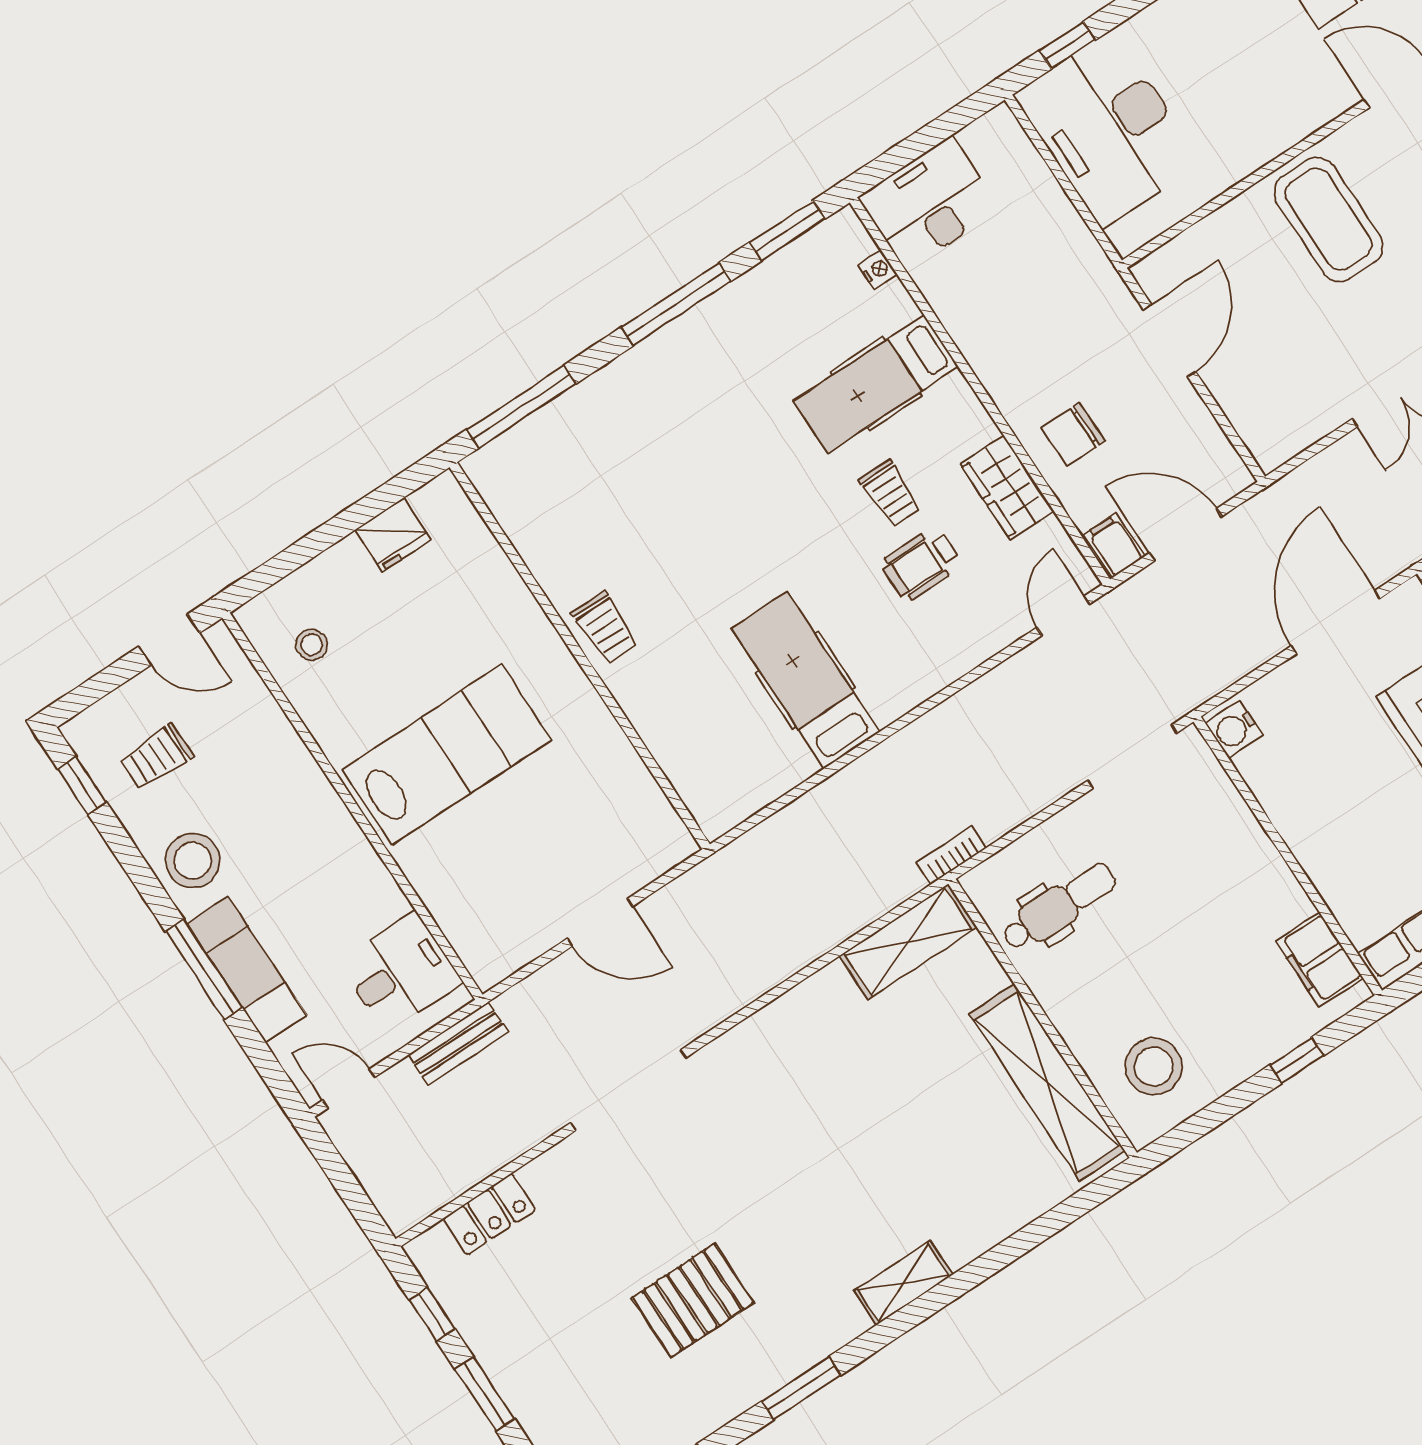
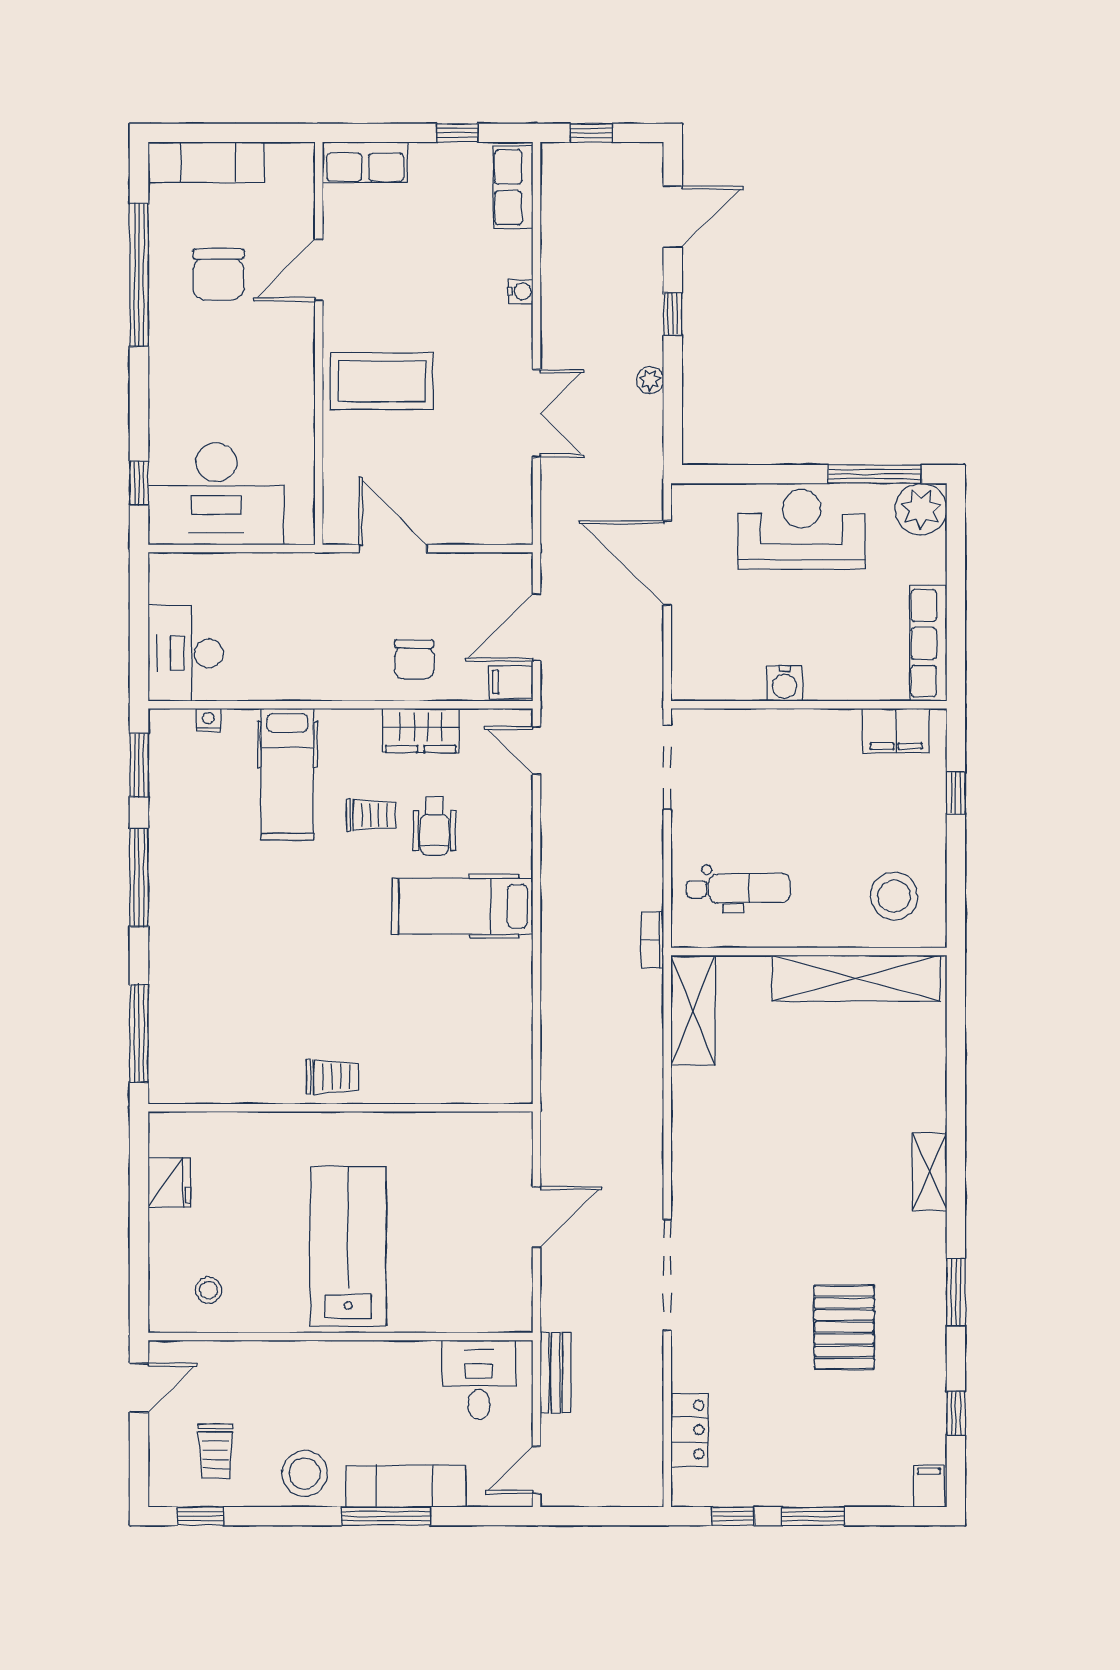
hospital bed: (806, 680) -> (462, 906), moved
water cooler: (1234, 729) -> (785, 683), moved
dental chair: (1059, 907) -> (738, 888), turned 89

